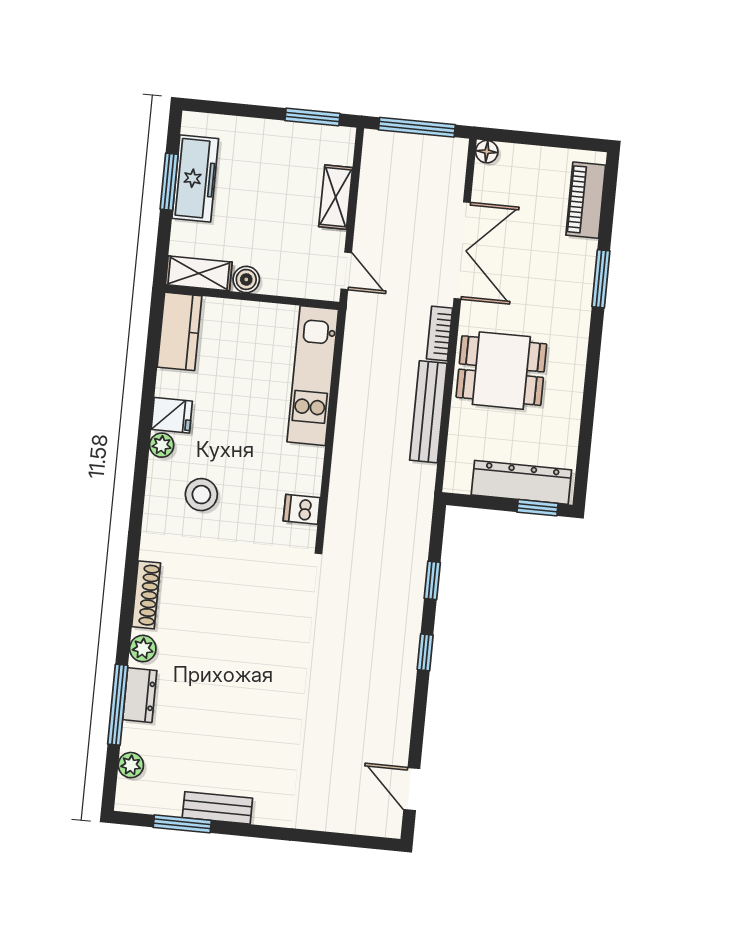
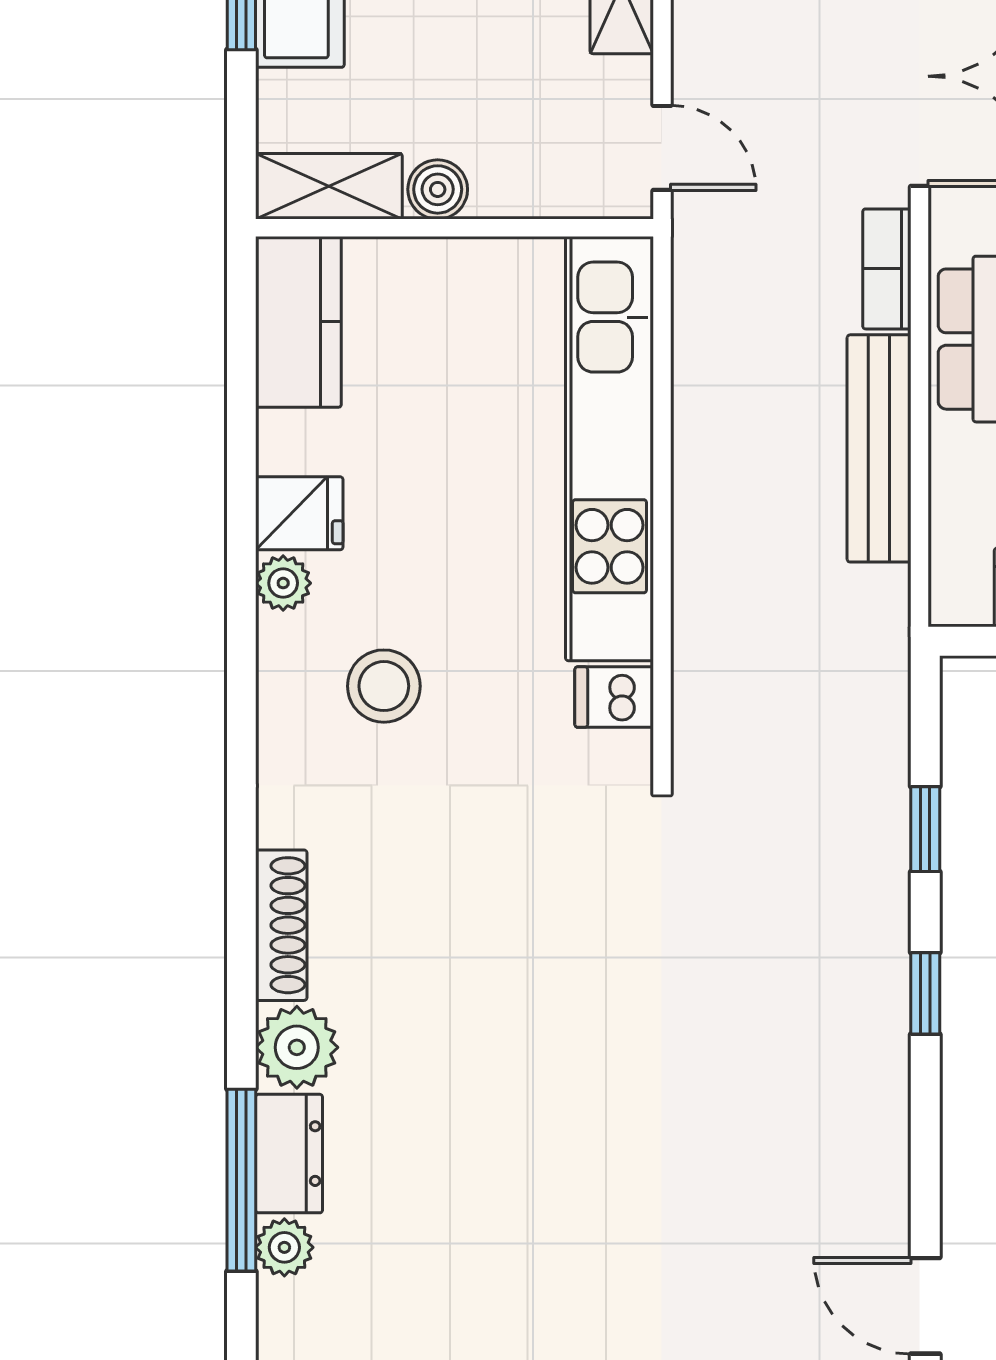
kitchen unit: (313, 376) -> (610, 449), width x1.36
plant: (143, 649) -> (297, 1047), width x1.38, depth x1.38
plant: (131, 765) -> (284, 1247), moved

